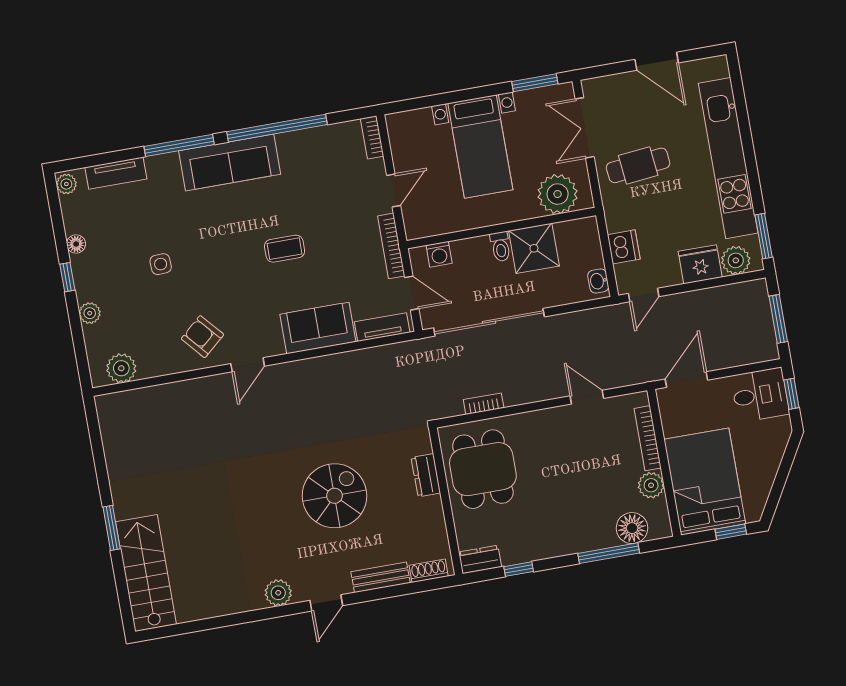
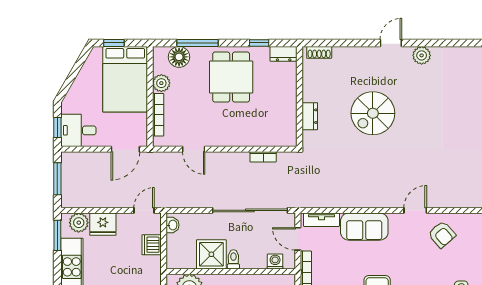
dining table: (483, 469) -> (231, 77), moved
bench: (381, 577) -> (352, 54), removed

